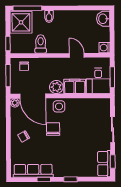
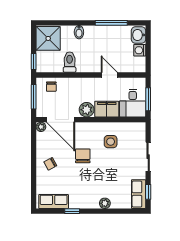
window: (27, 8) -> (111, 23), moved
washing machine: (104, 48) -> (140, 50), moved
side table: (59, 106) -> (111, 142), moved
row of seats: (33, 171) -> (54, 202), width x0.68
plant: (73, 172) -> (105, 203), added
window: (70, 179) -> (102, 211), removed

